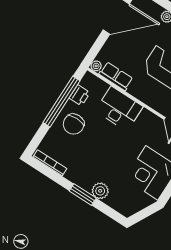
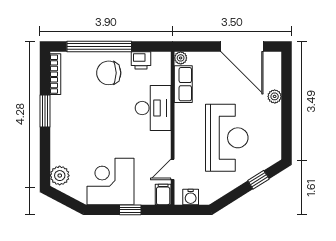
window: (61, 102) -> (99, 46), moved
plant: (100, 191) -> (60, 176), moved
window: (83, 194) -> (45, 111), moved

